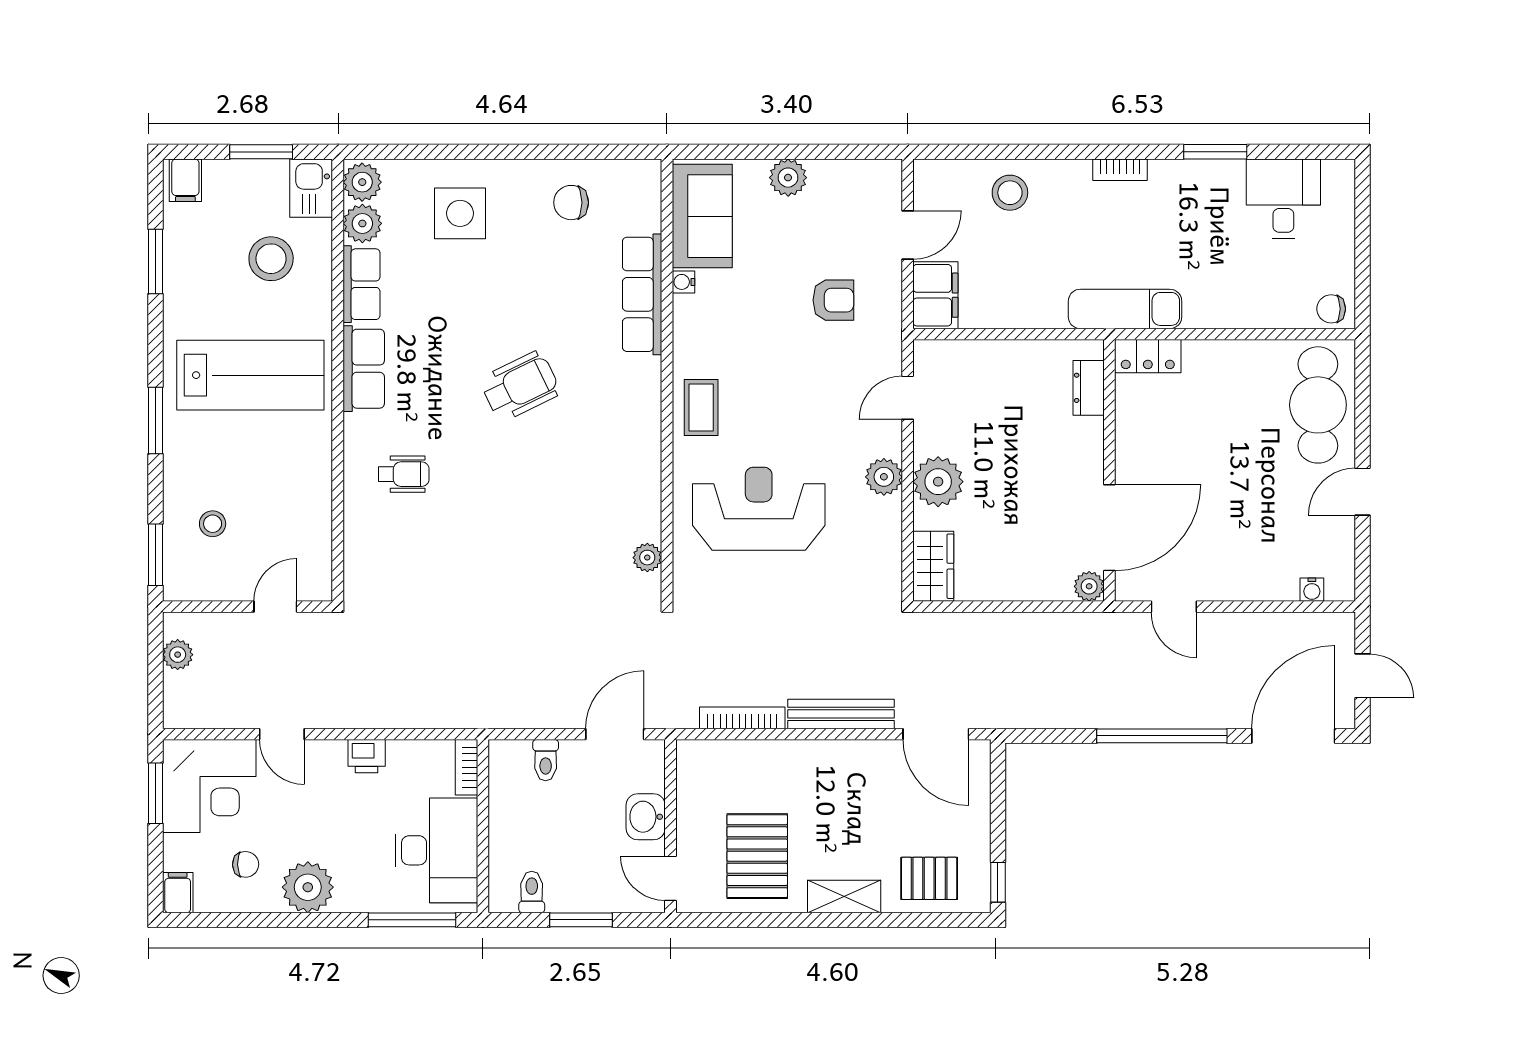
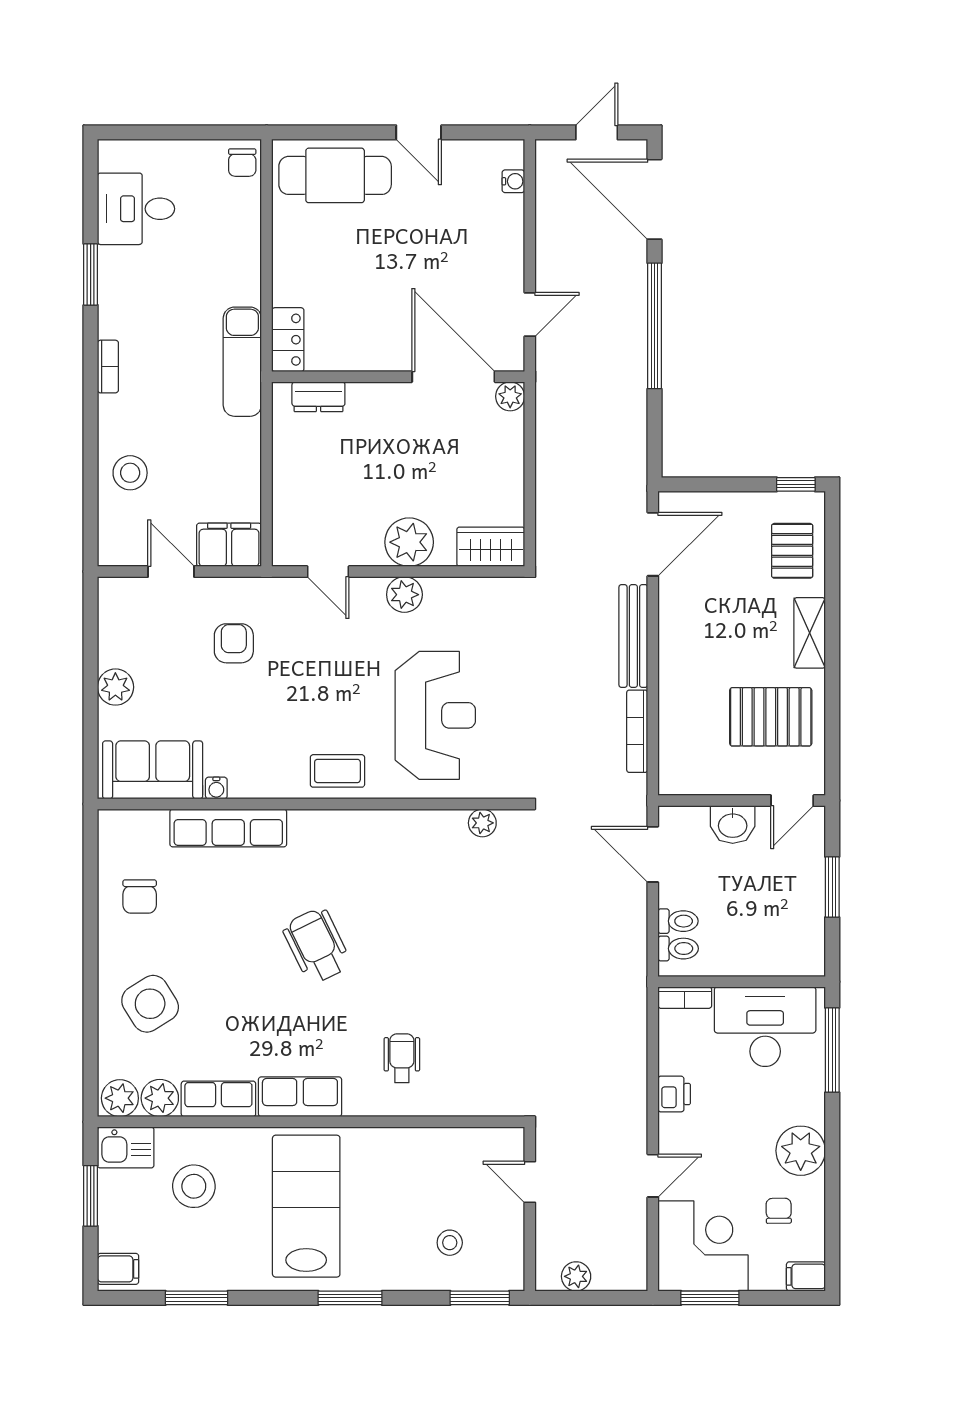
side table: (460, 213) -> (150, 1004), turned -32
reception desk: (759, 509) -> (435, 715), turned 180
toilet: (532, 892) -> (678, 949), moved, turned 180

